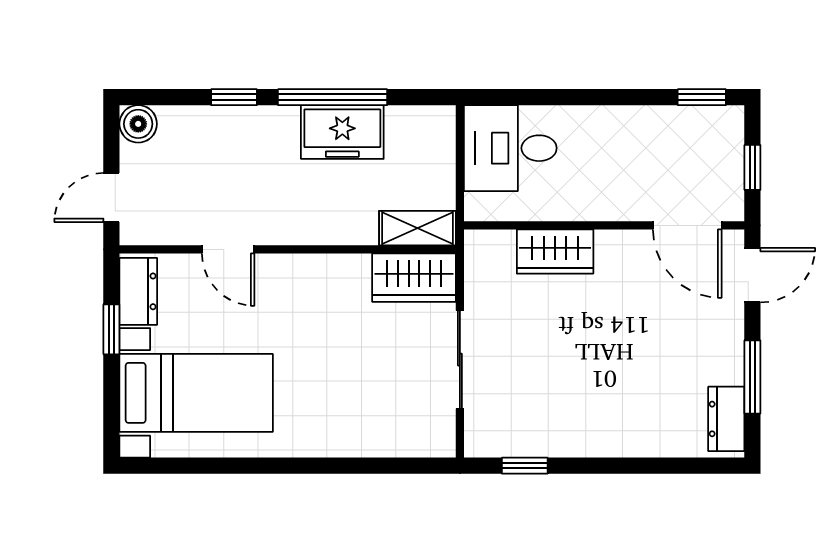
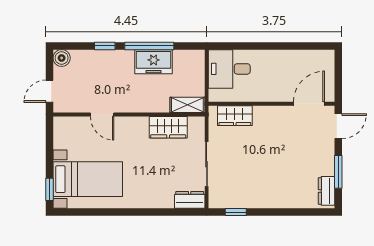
window: (702, 97) -> (316, 46), removed
window: (752, 167) -> (338, 78), removed
door: (687, 225) -> (309, 104), swing flipped
wardrobe: (555, 252) -> (235, 116), moved
wardrobe: (414, 278) -> (168, 127), moved
dresser: (138, 291) -> (190, 200), moved, turned -90
window: (111, 329) -> (50, 189), moved

